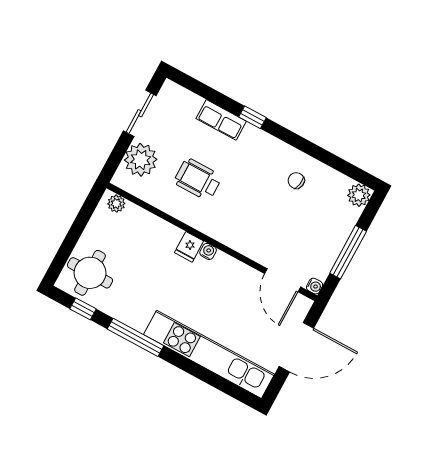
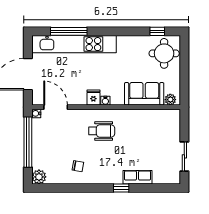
plant: (141, 160) -> (170, 131), removed
wheelchair: (198, 179) -> (102, 131), moved
sofa: (149, 231) -> (144, 94), added
fridge: (189, 247) -> (93, 97), moved
window: (348, 252) -> (28, 142), width x1.46
window: (136, 337) -> (69, 31), moved

